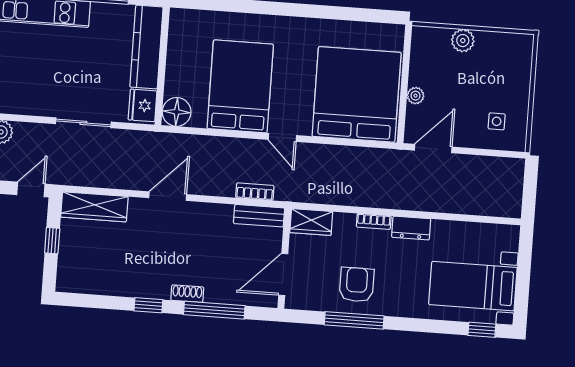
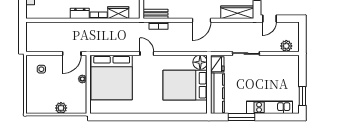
bed: (240, 86) -> (185, 85), moved, turned 90
wardrobe: (311, 222) -> (118, 13), moved

